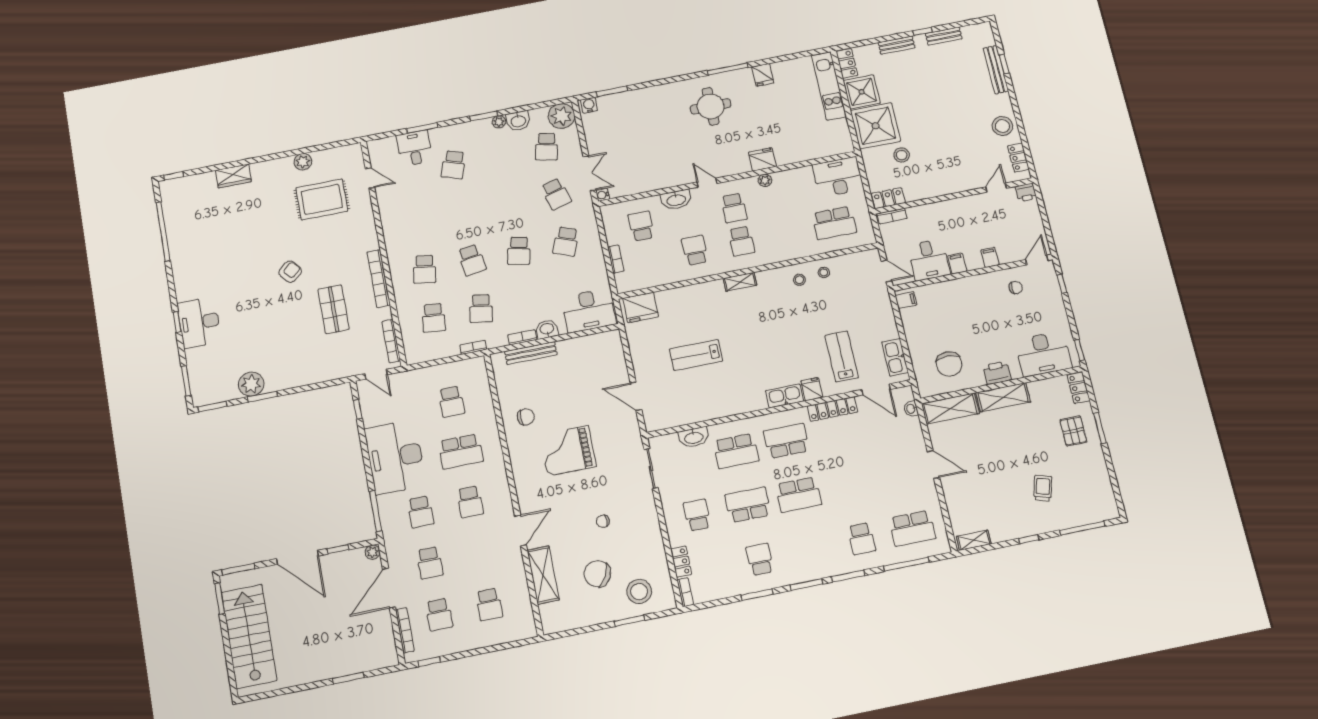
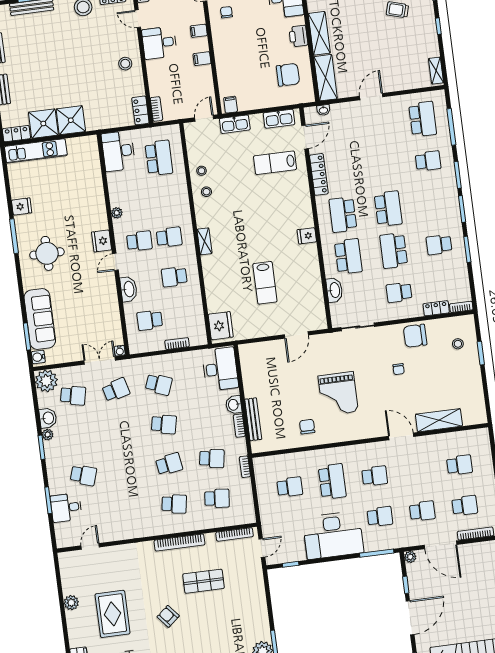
sofa: (633, 104) -> (40, 319), added
shower: (875, 126) -> (71, 120), width x0.73, depth x0.73
stool: (902, 155) -> (125, 64), moved
fridge: (762, 159) -> (102, 241), moved
rug: (322, 199) -> (113, 614), moved
desk: (929, 260) -> (159, 43), moved, turned 180
fridge: (812, 389) -> (307, 236), moved
kitchen sink: (785, 396) -> (235, 124), moved, turned -90
chair: (597, 574) -> (415, 336), moved, turned 62
stool: (639, 591) -> (458, 344), width x0.53, depth x0.53

